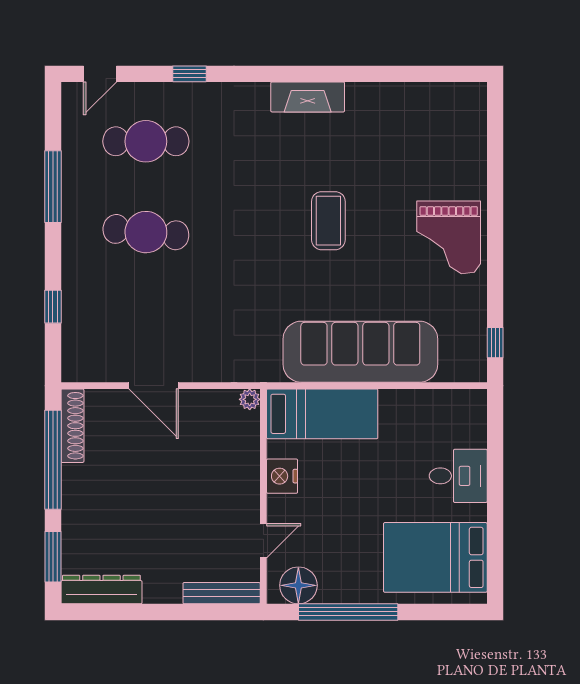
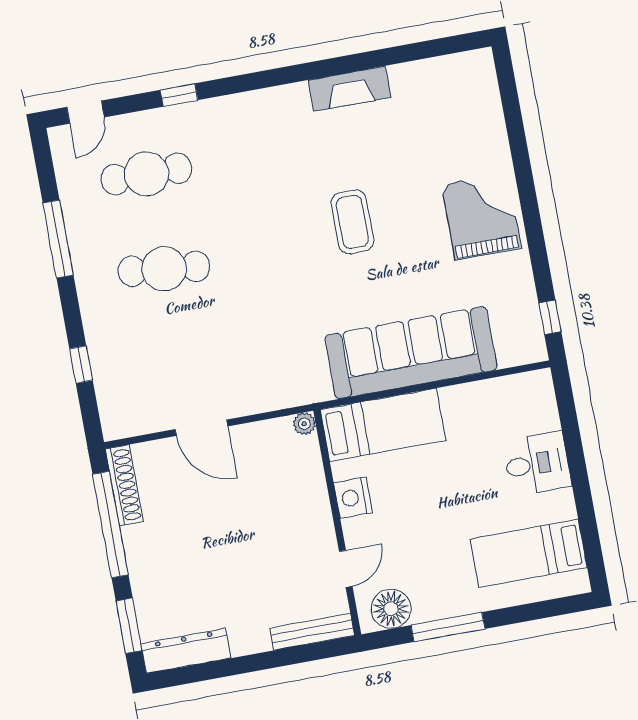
fireplace: (308, 97) -> (349, 89), moved
grand piano: (449, 237) -> (481, 216), turned 180
bed: (435, 557) -> (529, 553), width x0.67
window: (348, 612) -> (448, 627), width x0.68

